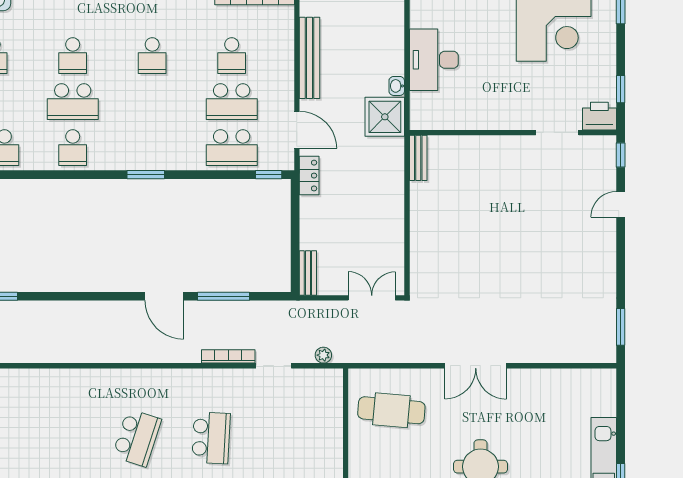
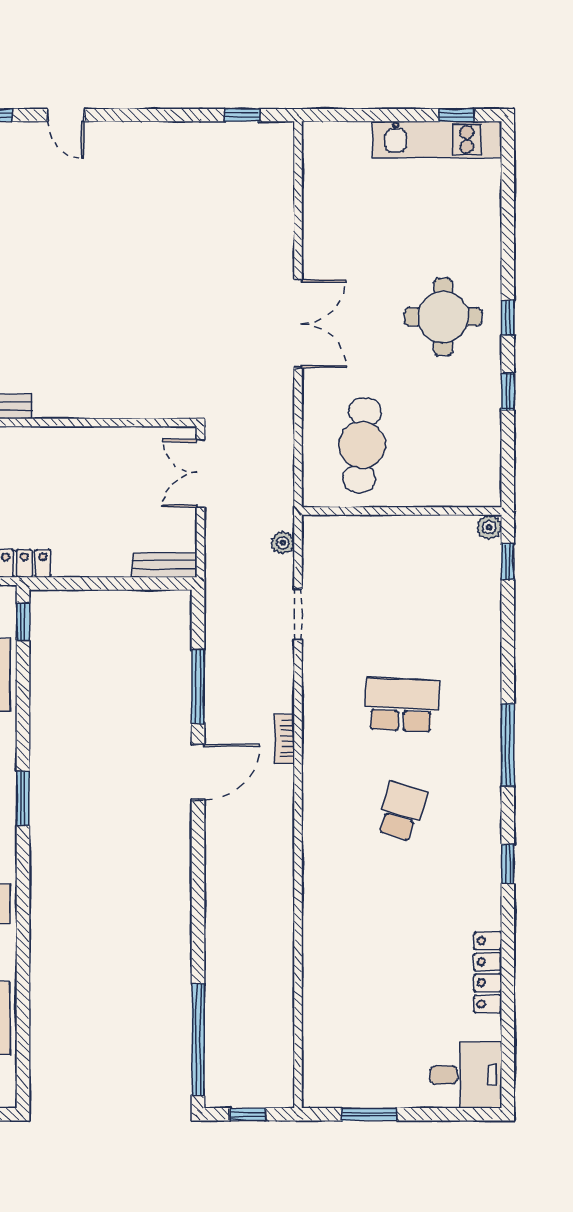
window: (621, 327) -> (242, 115), width x0.67
bookcase: (228, 356) -> (285, 739), moved, width x0.64
school desk: (137, 438) -> (402, 811), width x0.54

